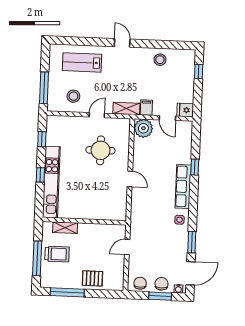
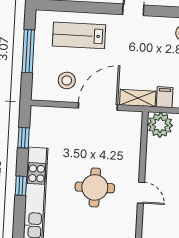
window: (44, 88) -> (28, 51), moved
door: (97, 115) -> (98, 106), width x1.88
round table: (101, 150) -> (95, 187), moved

